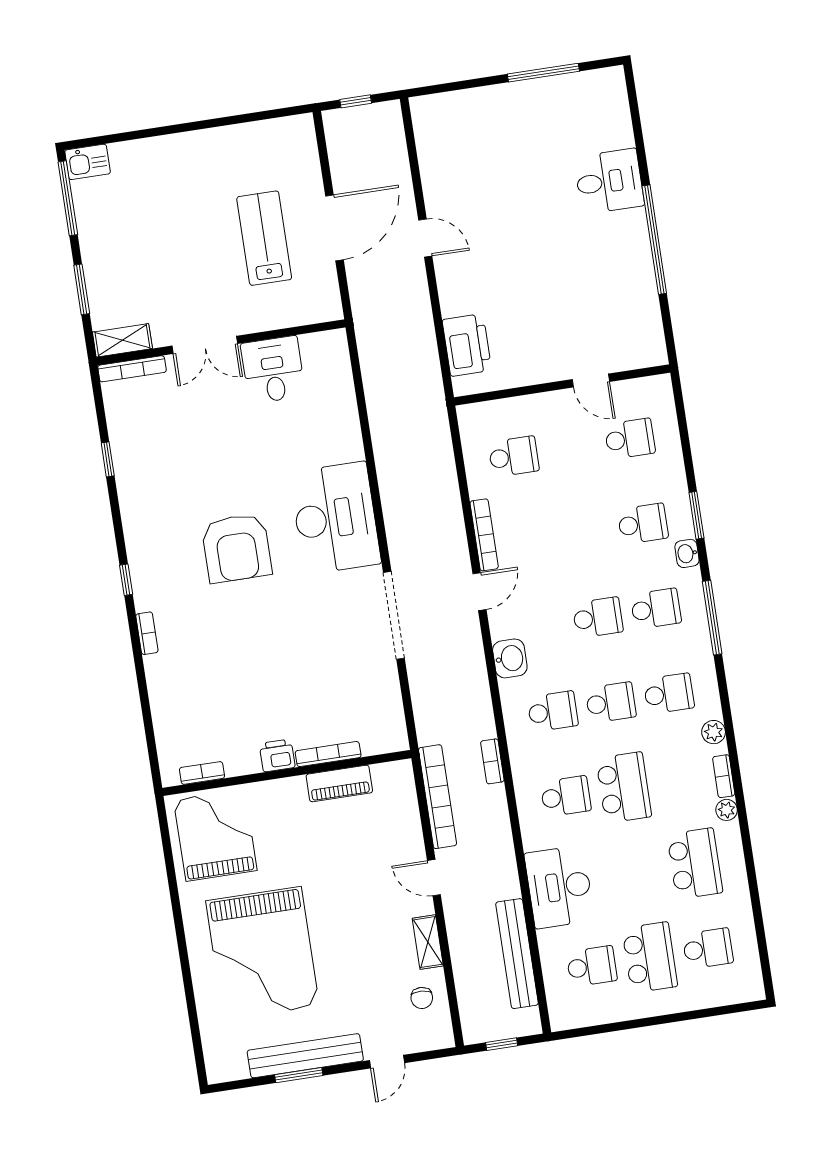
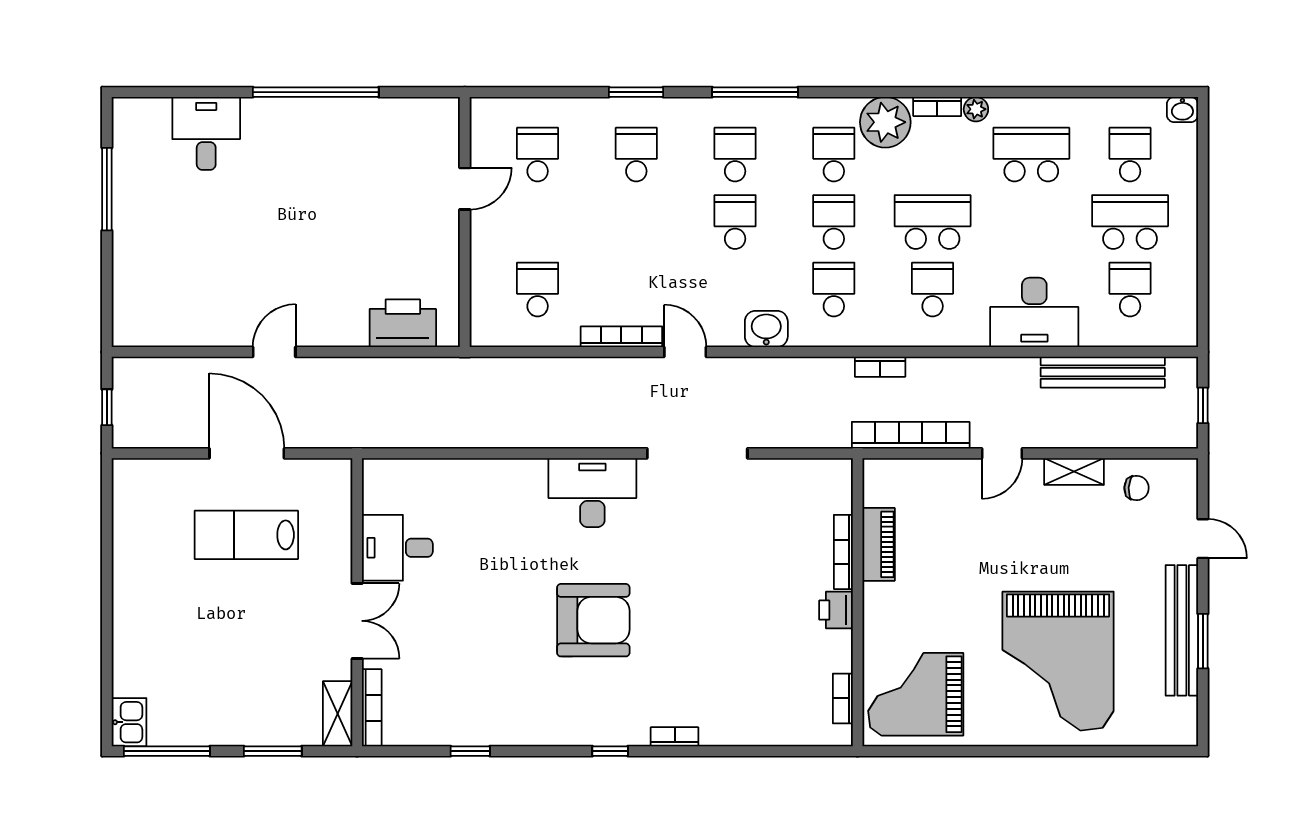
desk: (609, 181) -> (206, 133), moved
desk: (335, 518) -> (592, 493), width x0.73, depth x0.77
washbasin: (687, 553) -> (1182, 110), moved
plant: (714, 732) -> (885, 122), width x1.88, depth x1.88
grand piano: (263, 953) -> (1058, 661), turned 90

